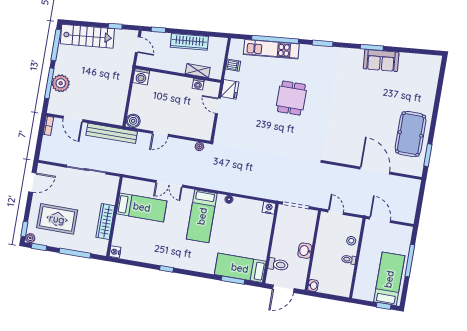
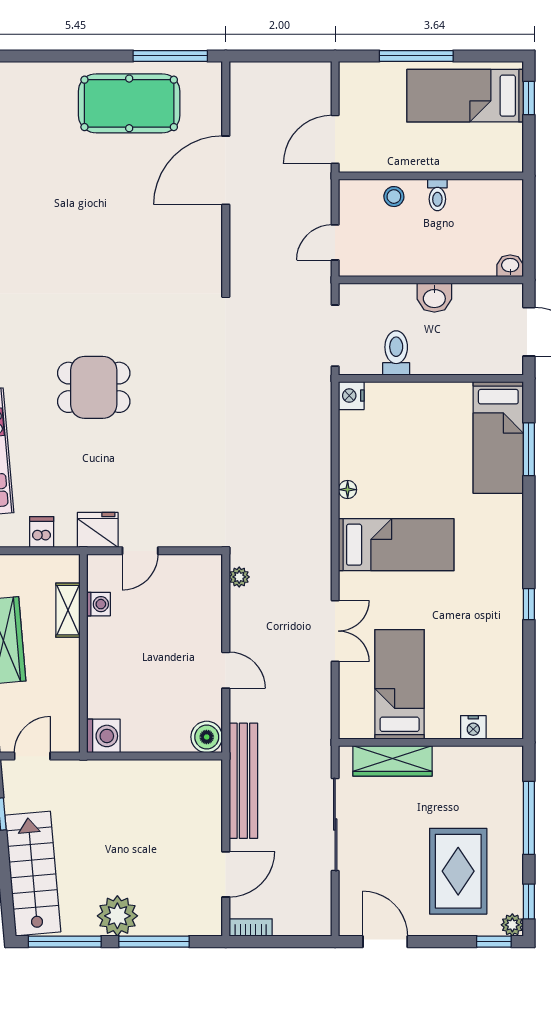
plant: (61, 83) -> (117, 916), moved
window: (428, 155) -> (170, 56), width x1.44
wardrobe: (105, 222) -> (393, 761), moved
nightstand: (115, 252) -> (473, 727), moved
toilet: (278, 265) -> (396, 353), moved

